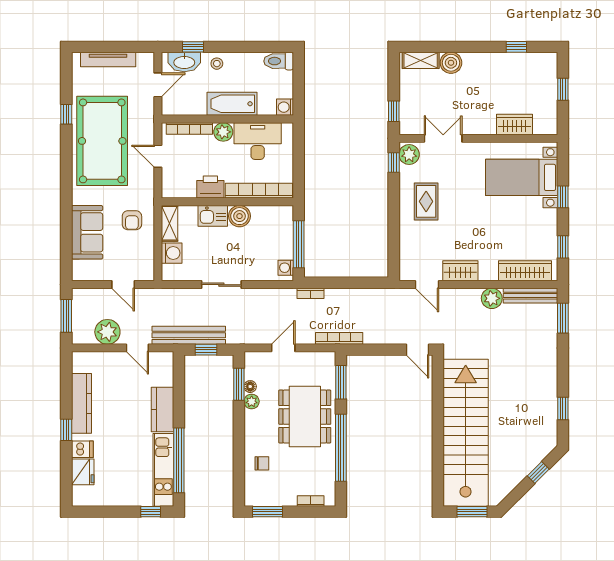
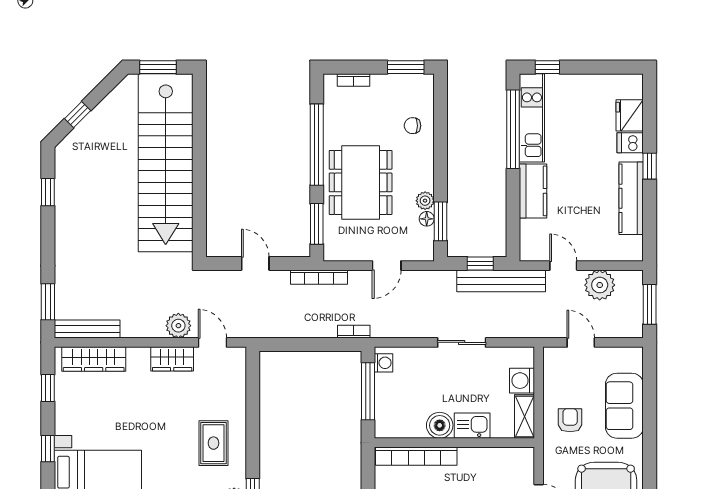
printer: (210, 187) -> (475, 461), removed
plant: (492, 298) -> (178, 326), moved
door: (418, 350) -> (255, 263), moved

